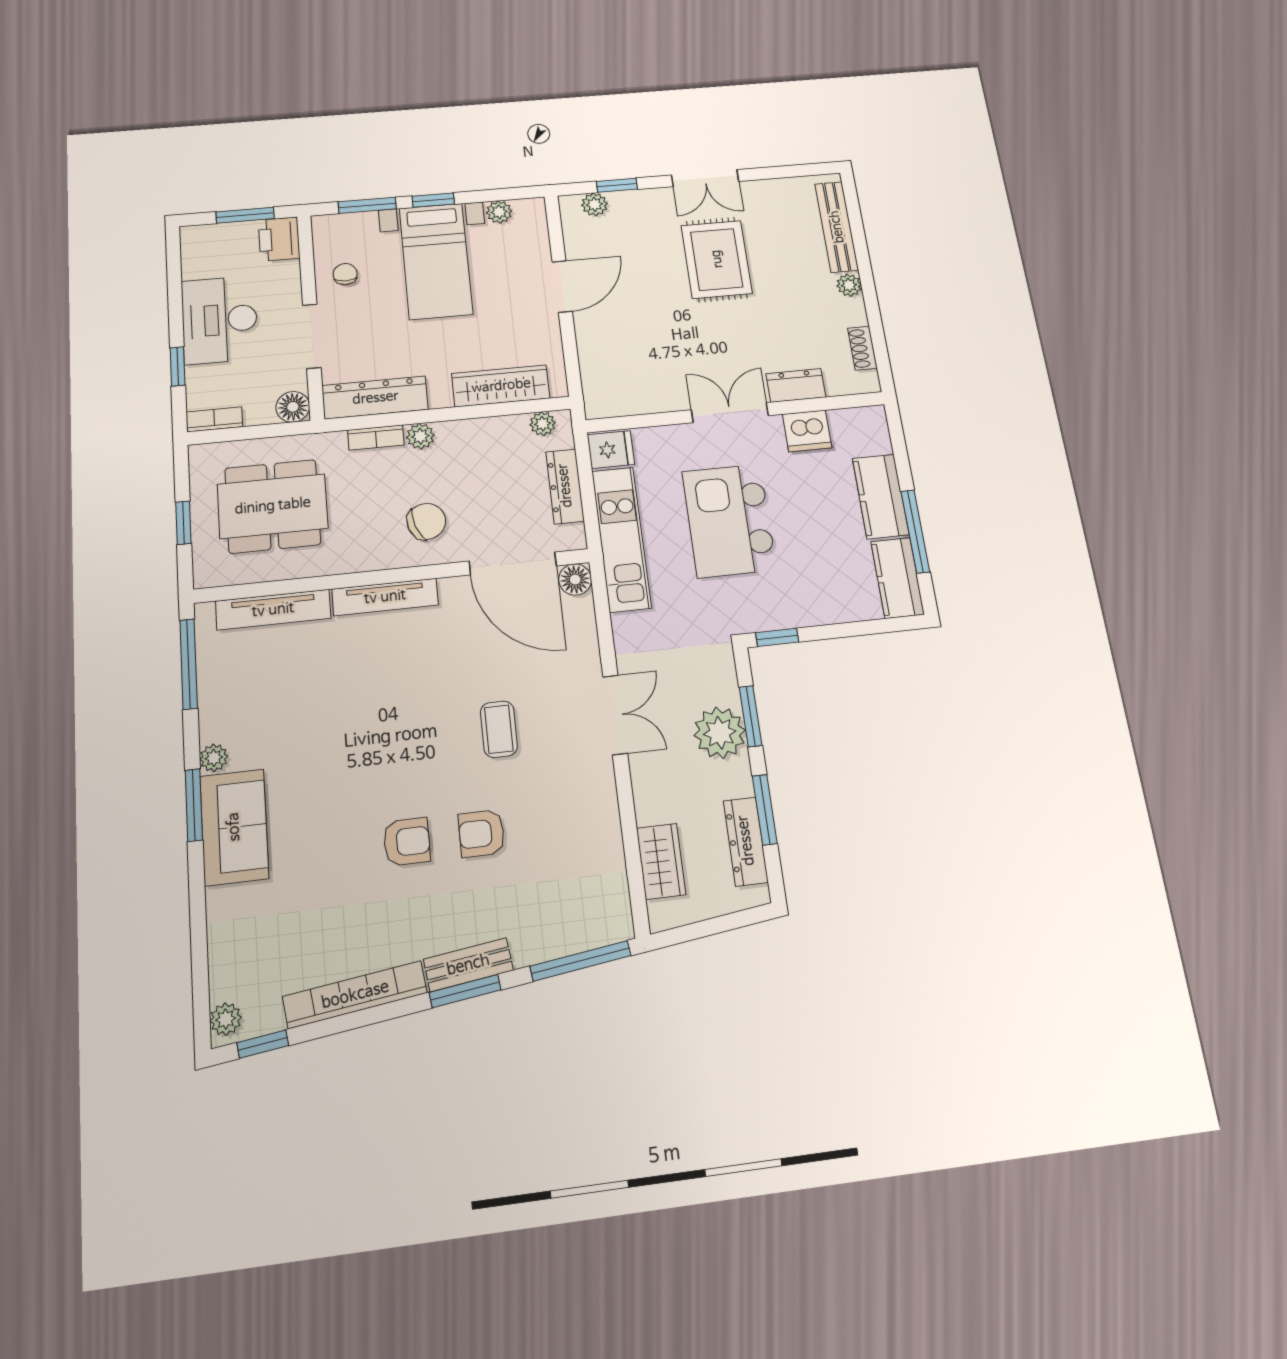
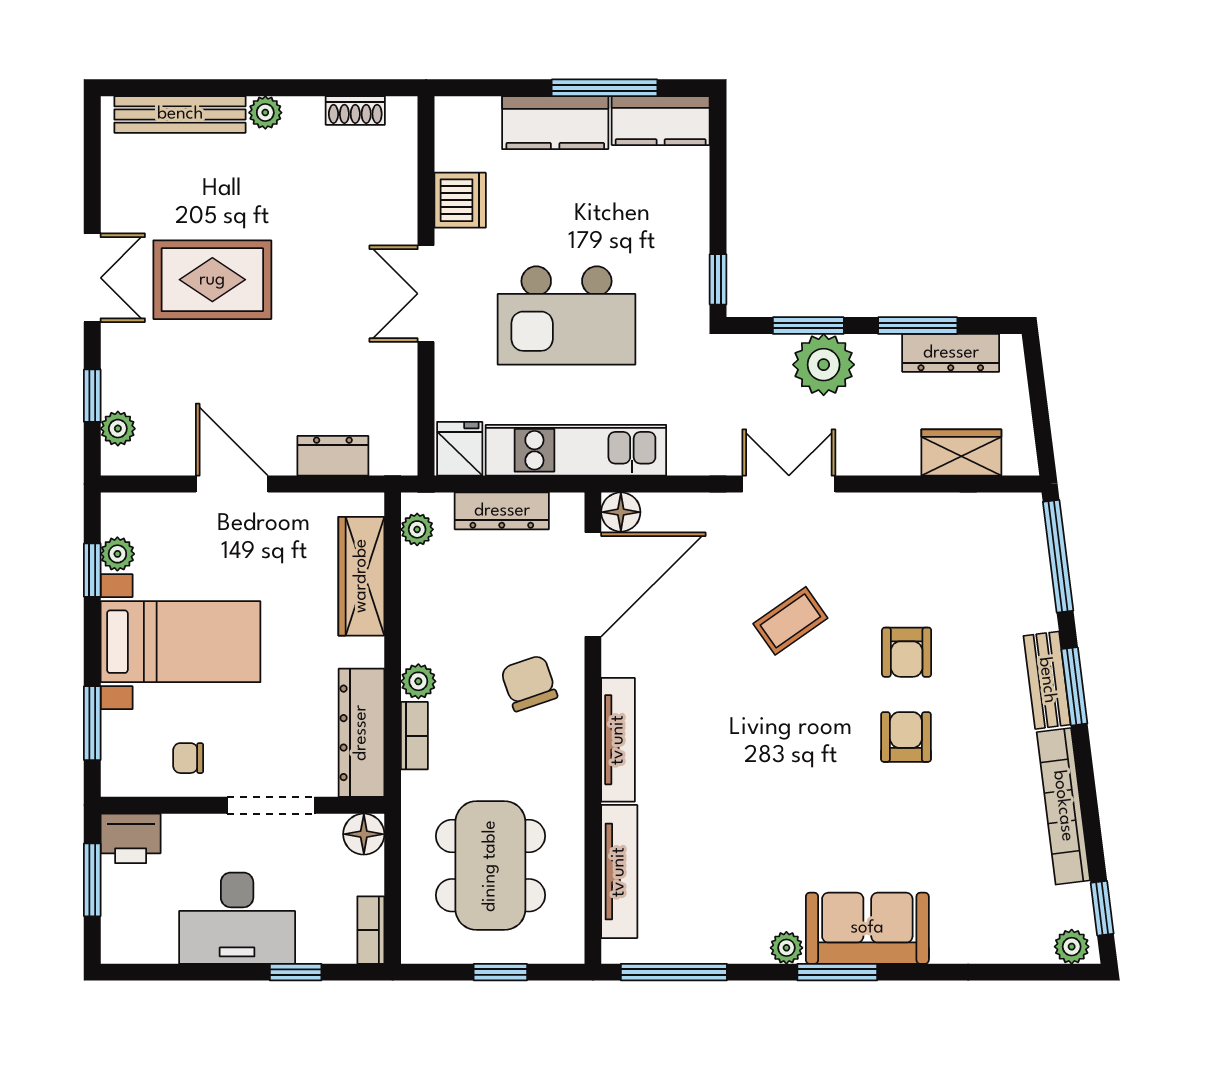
window: (433, 200) -> (92, 570), moved
dresser: (796, 385) -> (333, 456), moved, turned 90
coffee table: (499, 729) -> (790, 621), turned -35

